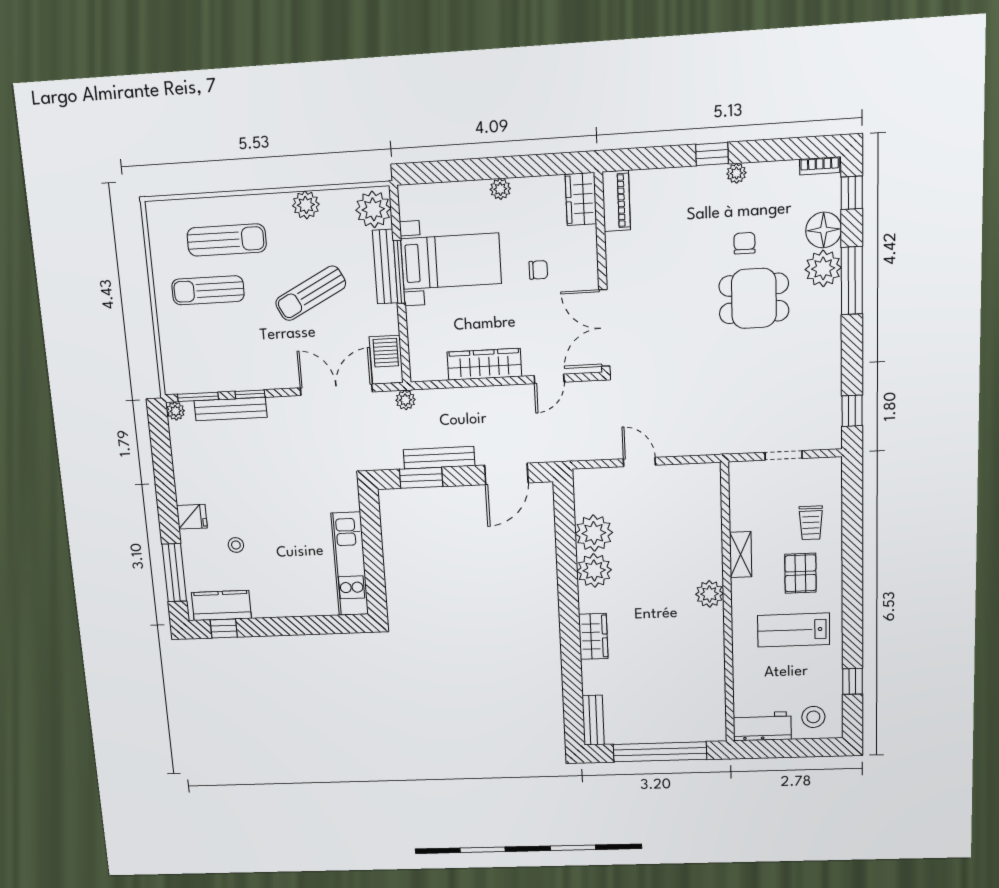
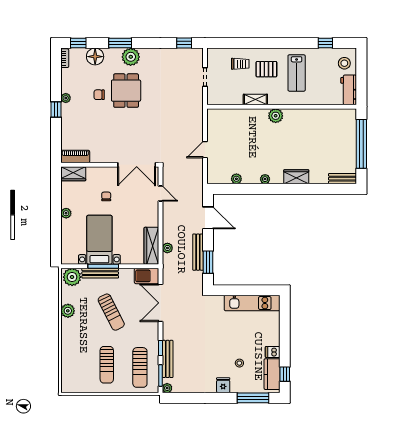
sun lounger: (227, 240) -> (140, 367), moved, turned 180
plant: (823, 268) -> (131, 57), moved
window: (852, 281) -> (120, 43), width x0.69
wardrobe: (484, 364) -> (151, 246), moved
plant: (405, 400) -> (167, 248), moved
plant: (594, 533) -> (236, 179), width x0.53, depth x0.53
plant: (594, 570) -> (265, 179), width x0.53, depth x0.53
dishwasher: (262, 605) -> (273, 352), added

